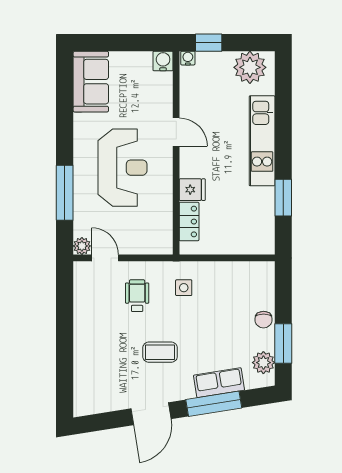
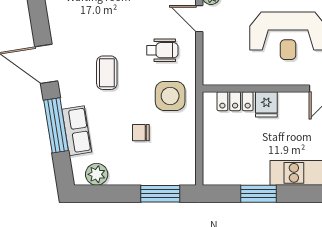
door: (105, 258) -> (199, 19), swing flipped
side table: (184, 288) -> (170, 96), width x1.87, depth x1.87
chair: (264, 320) -> (141, 133), moved
window: (283, 343) -> (160, 194), moved

